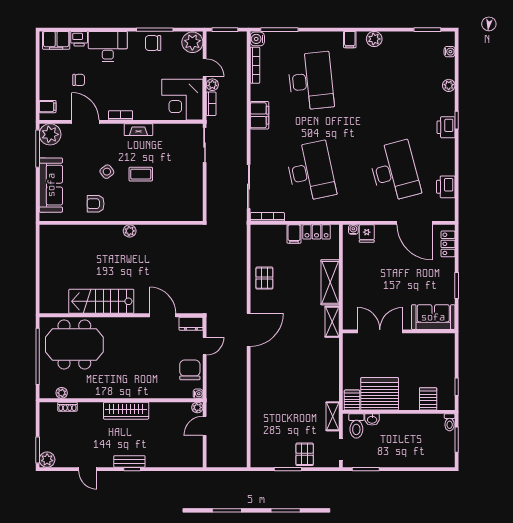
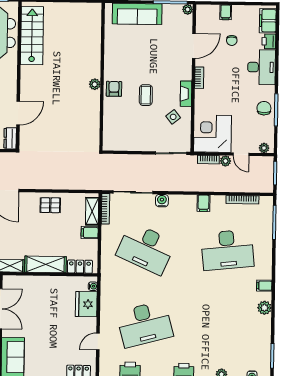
water cooler: (257, 39) -> (162, 201), moved
plant: (192, 42) -> (264, 148), width x0.53, depth x0.53
door: (205, 68) -> (241, 154), hinge flipped
filing cabinet: (48, 107) -> (226, 12), moved
filing cabinet: (260, 115) -> (203, 203), width x0.50
plant: (50, 134) -> (188, 9), width x0.53, depth x0.53
desk: (311, 171) -> (146, 249), turned 36
side table: (107, 172) -> (173, 117), moved
armchair: (96, 204) -> (114, 89), moved
door: (415, 223) -> (98, 341), width x0.53
shelving: (270, 232) -> (92, 211), added
locker: (317, 232) -> (80, 267), moved, turned 90
fridge: (367, 234) -> (86, 304), width x1.88, depth x1.34
stairs: (101, 301) -> (32, 36), moved

